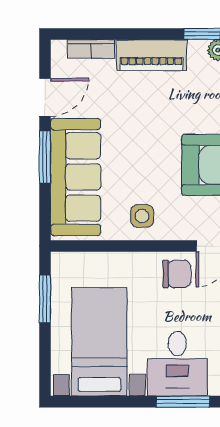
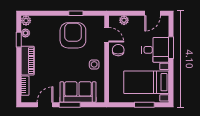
door: (45, 97) -> (45, 105), hinge flipped
sofa: (76, 177) -> (78, 92), width x0.73
window: (45, 299) -> (144, 105), moved

